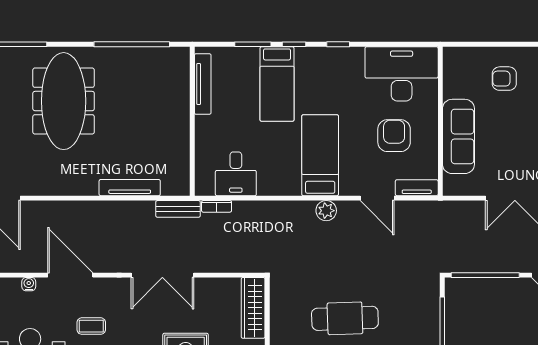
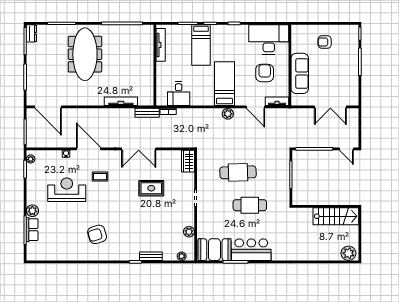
wardrobe: (253, 308) -> (188, 161), width x0.67

